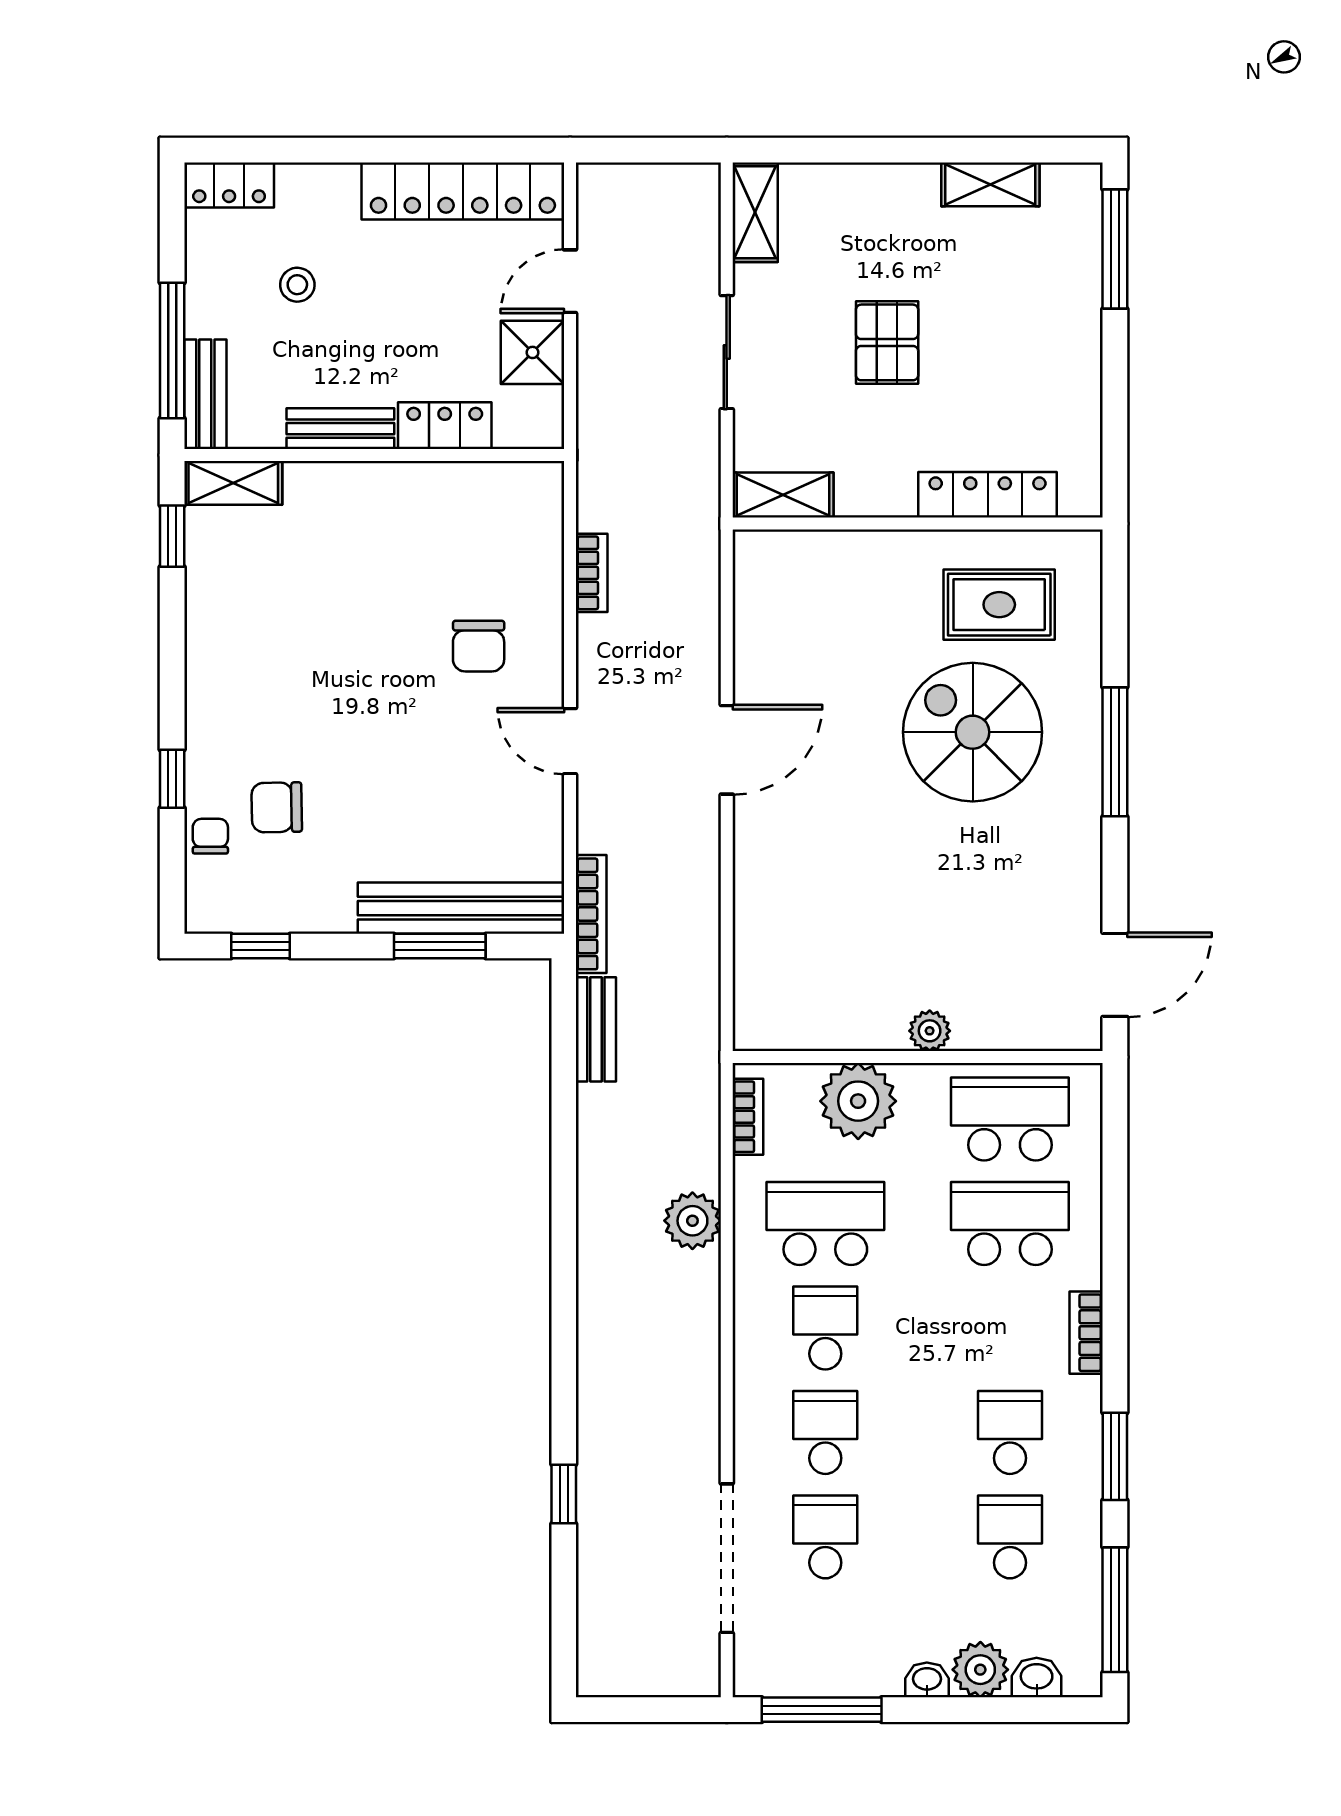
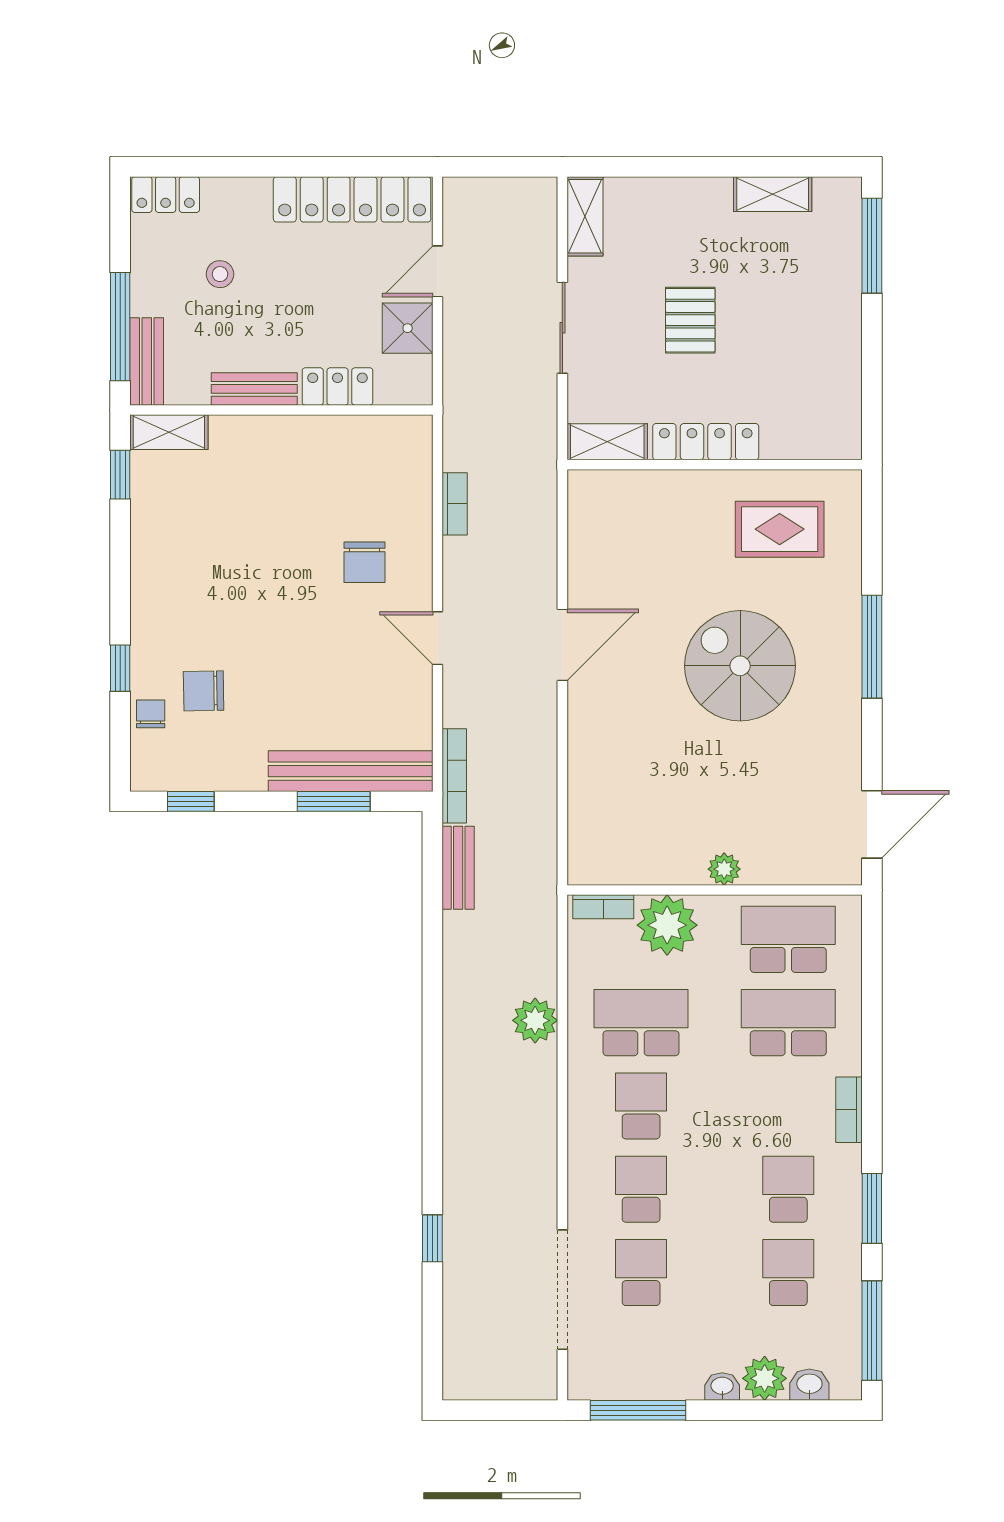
locker: (988, 495) -> (706, 442), moved
spiral stairs: (973, 732) -> (740, 666), moved
bookcase: (748, 1117) -> (603, 907), moved, turned 90

